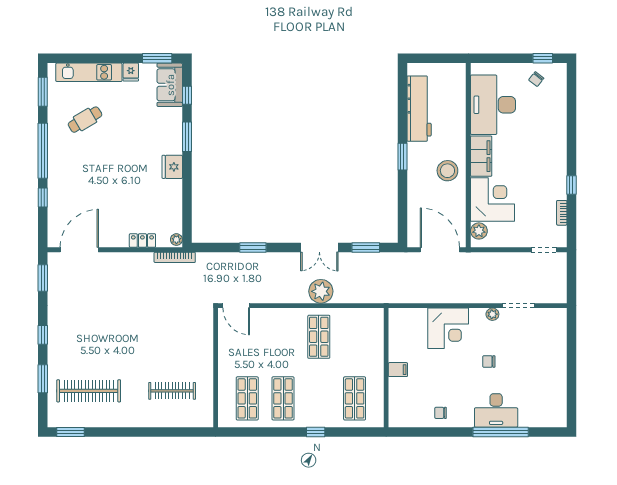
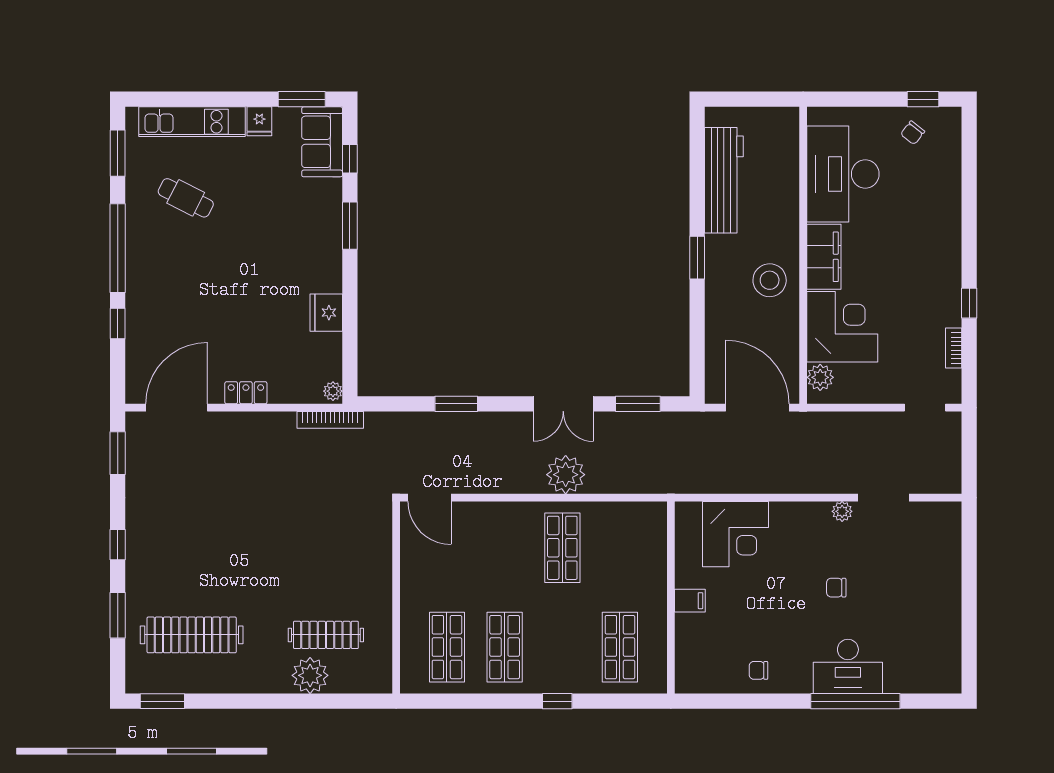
cafe table: (85, 120) -> (186, 198), turned 58
fridge: (172, 167) -> (326, 313), moved
locker: (142, 241) -> (246, 393), moved
corner desk: (448, 328) -> (735, 534), moved
plant: (162, 416) -> (310, 675), added

